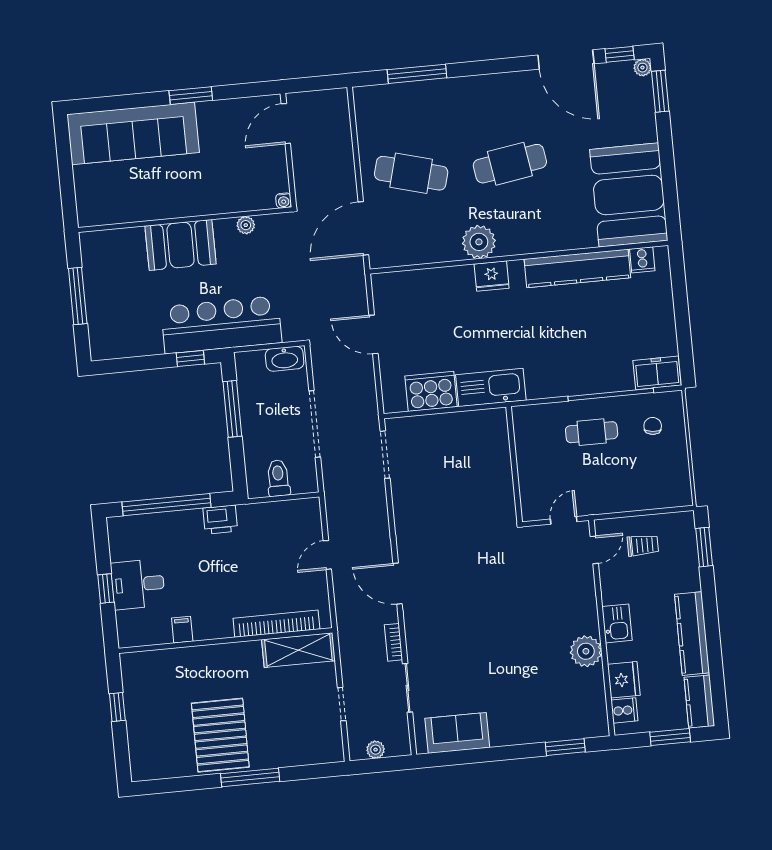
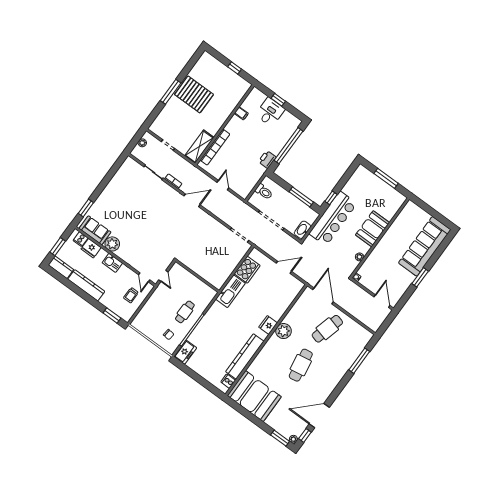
sofa: (457, 733) -> (95, 230), moved, turned -90

